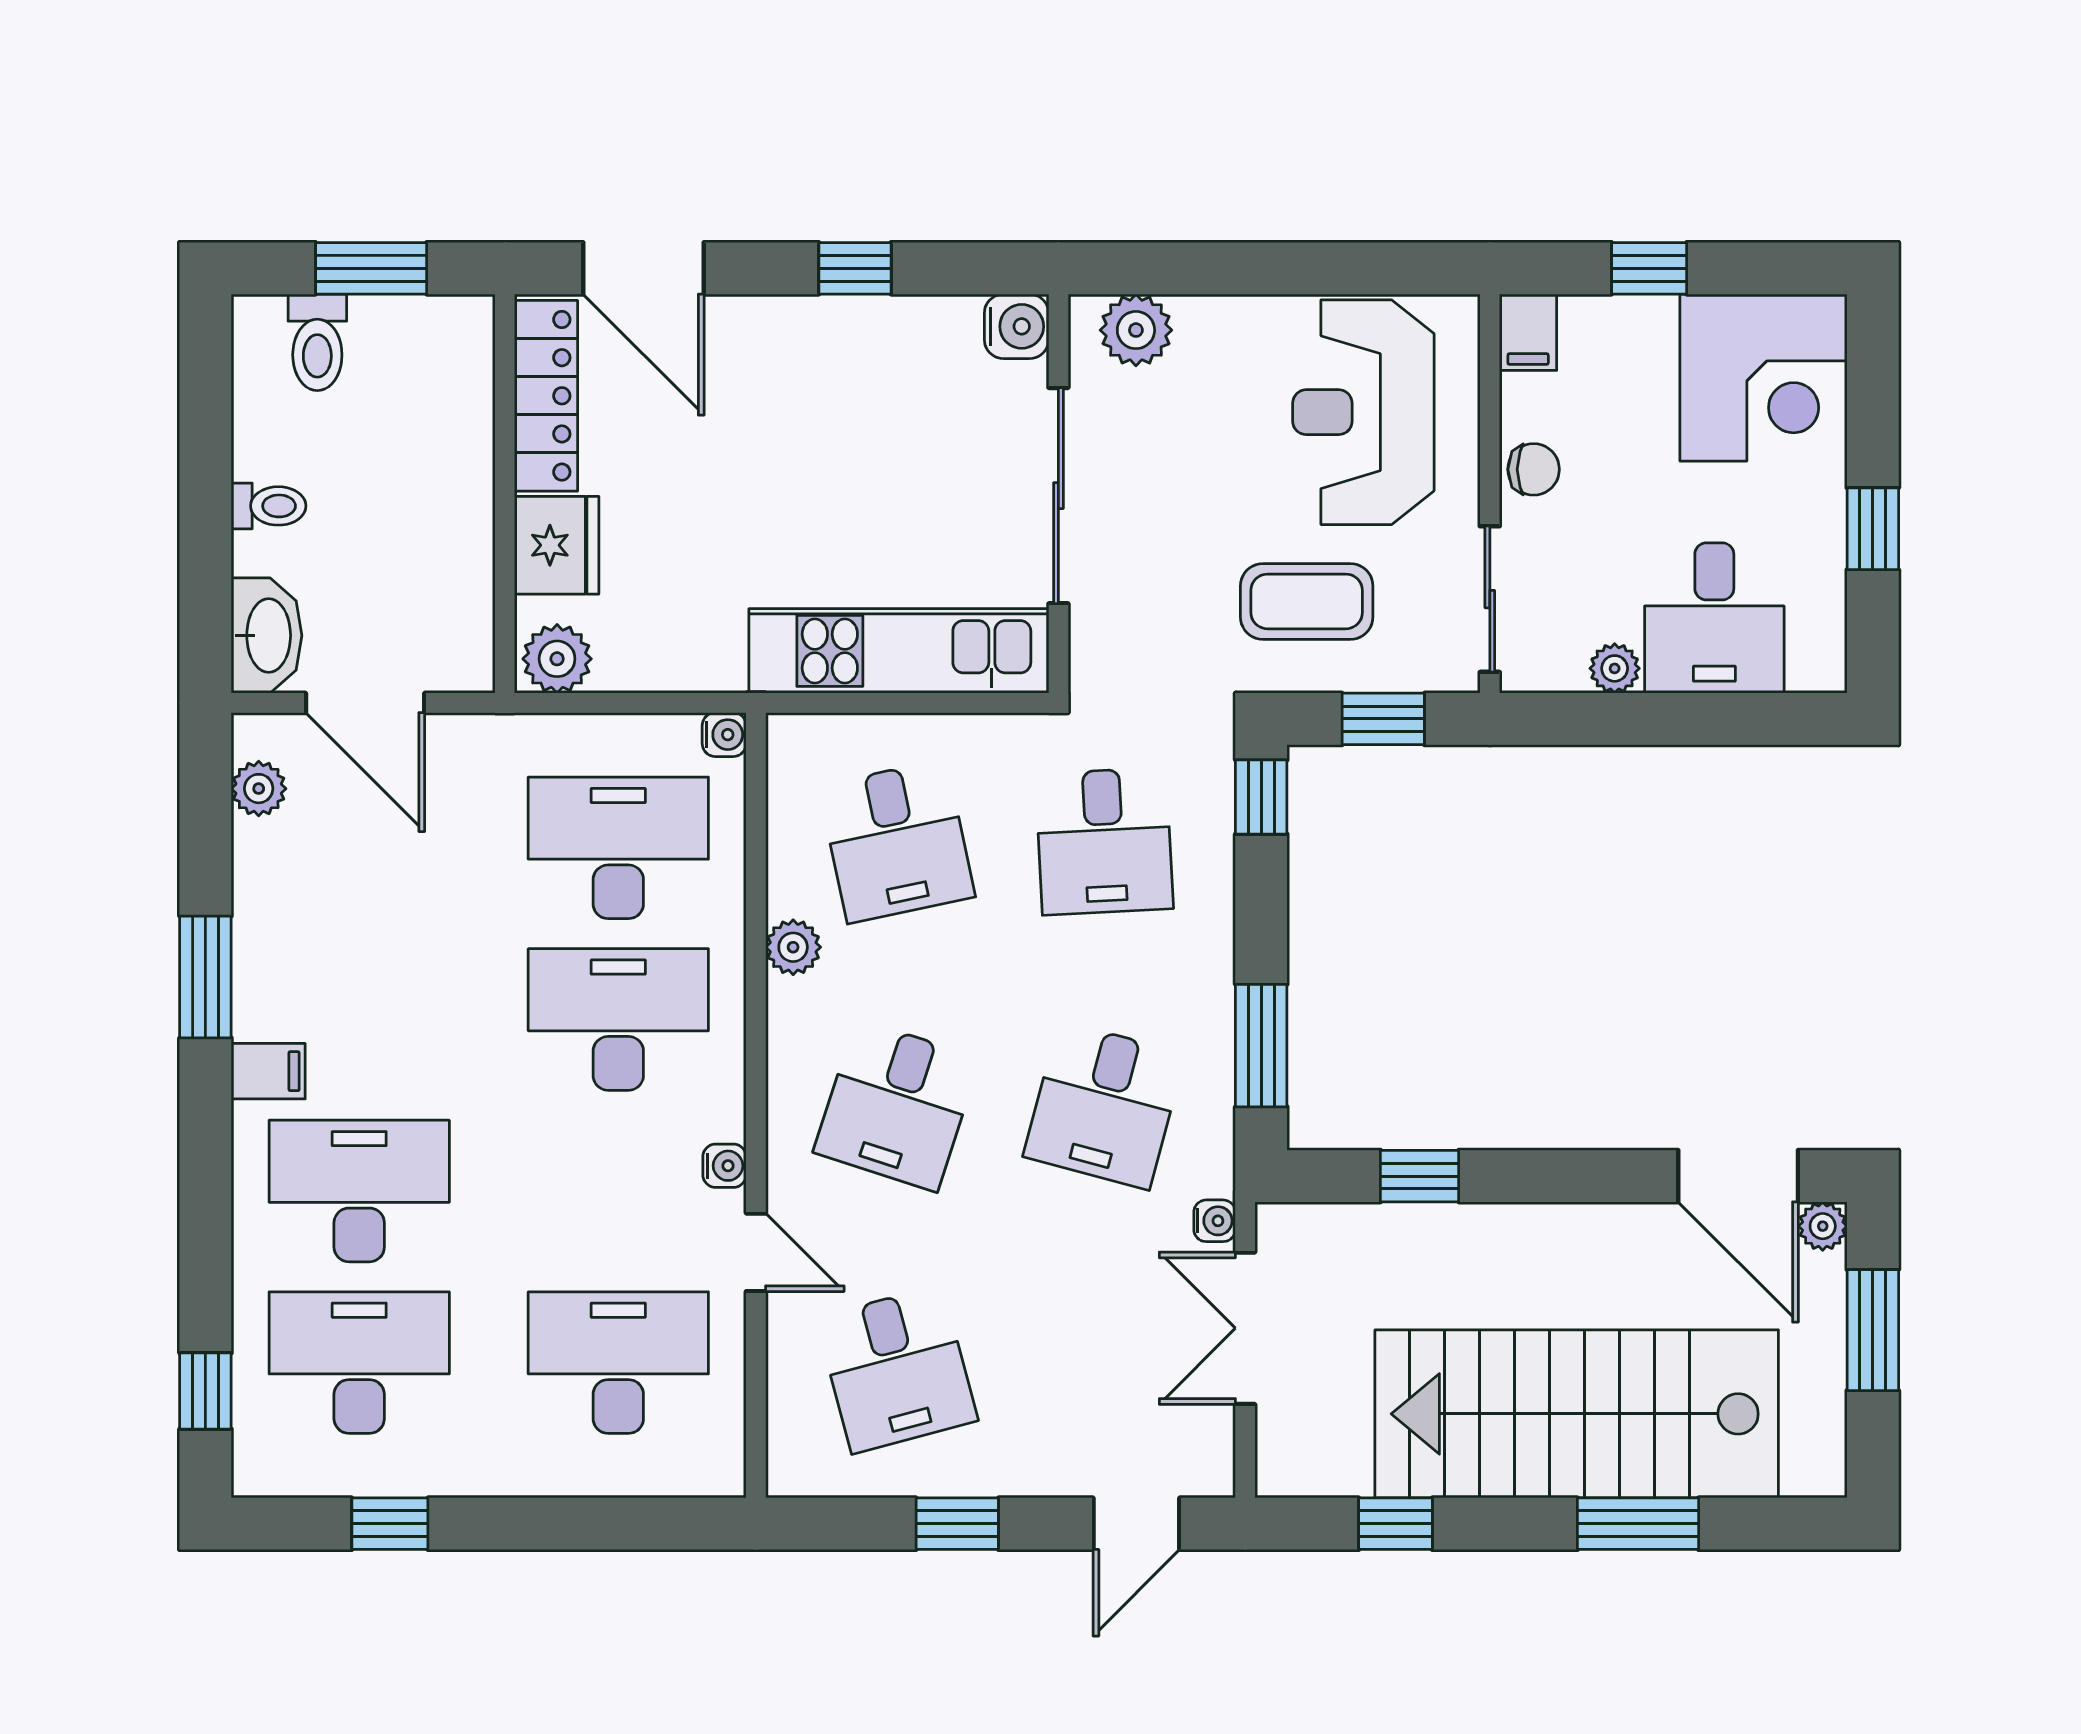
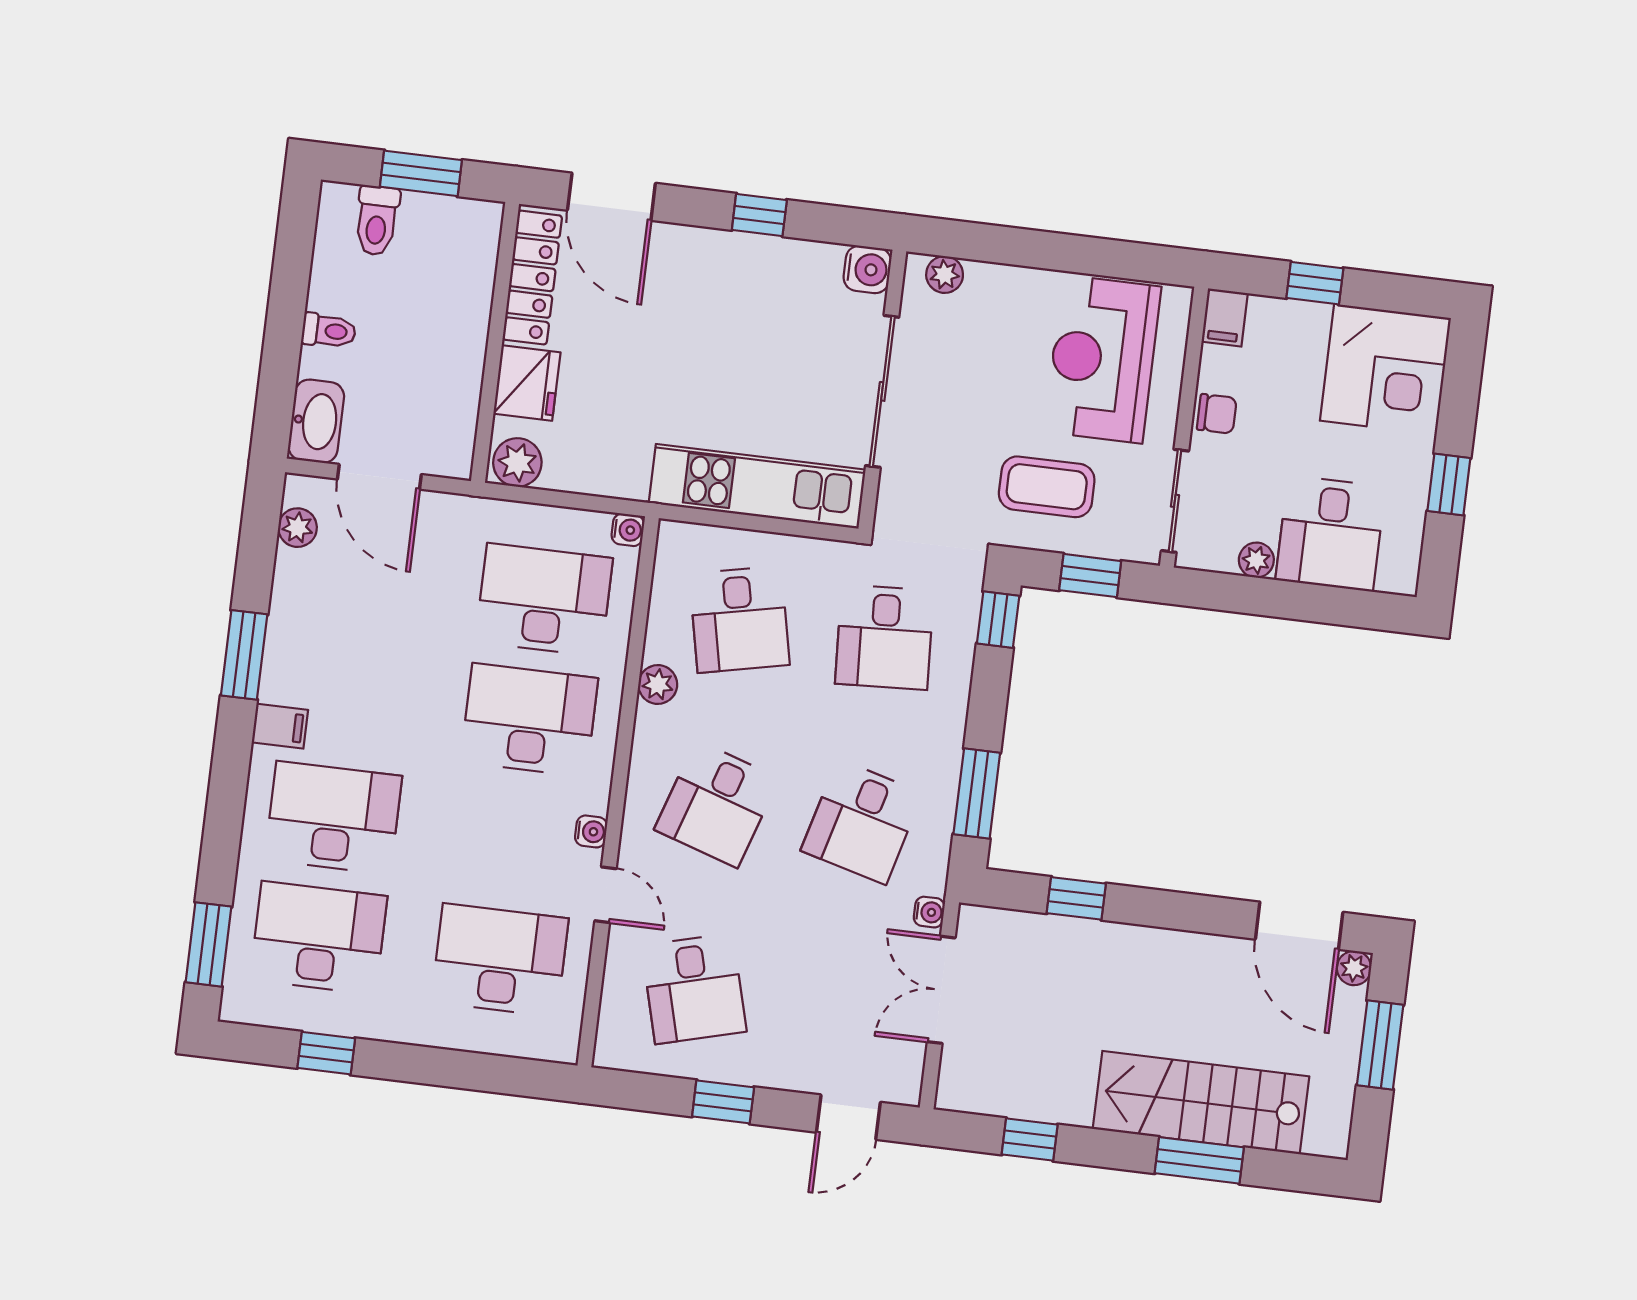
plant: (1136, 330) -> (945, 275), width x0.73, depth x0.73
window: (205, 1391) -> (209, 944), width x1.50
stairs: (1577, 1414) -> (1201, 1103), width x0.73, depth x0.66

